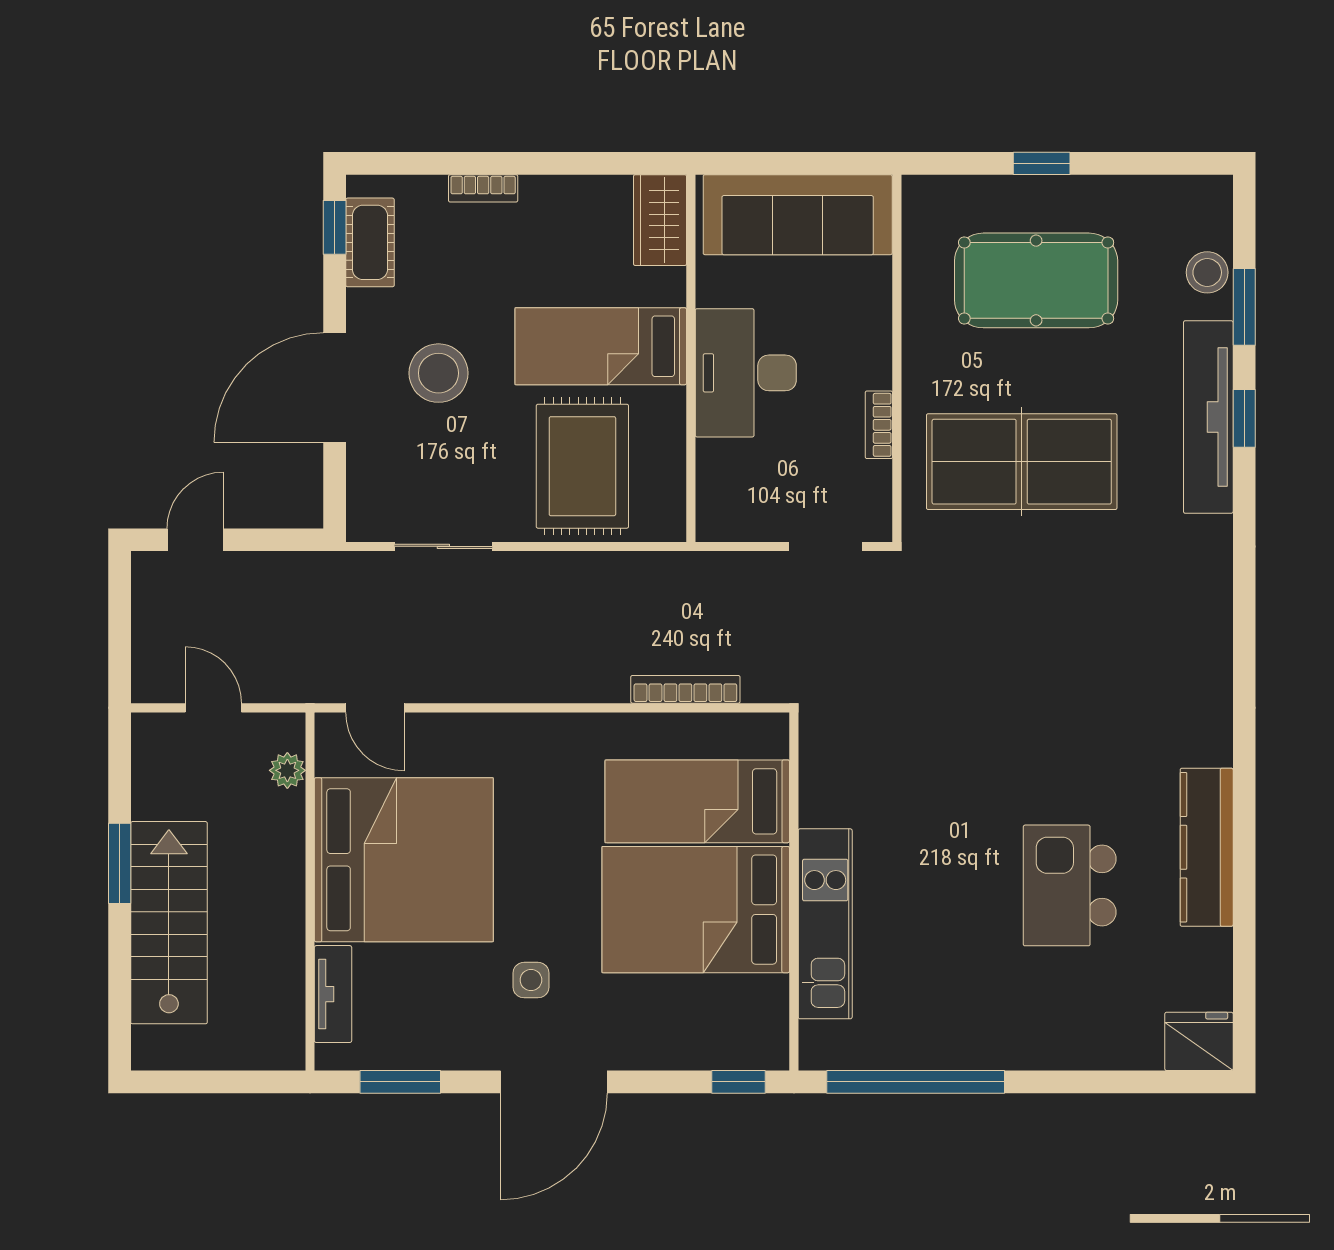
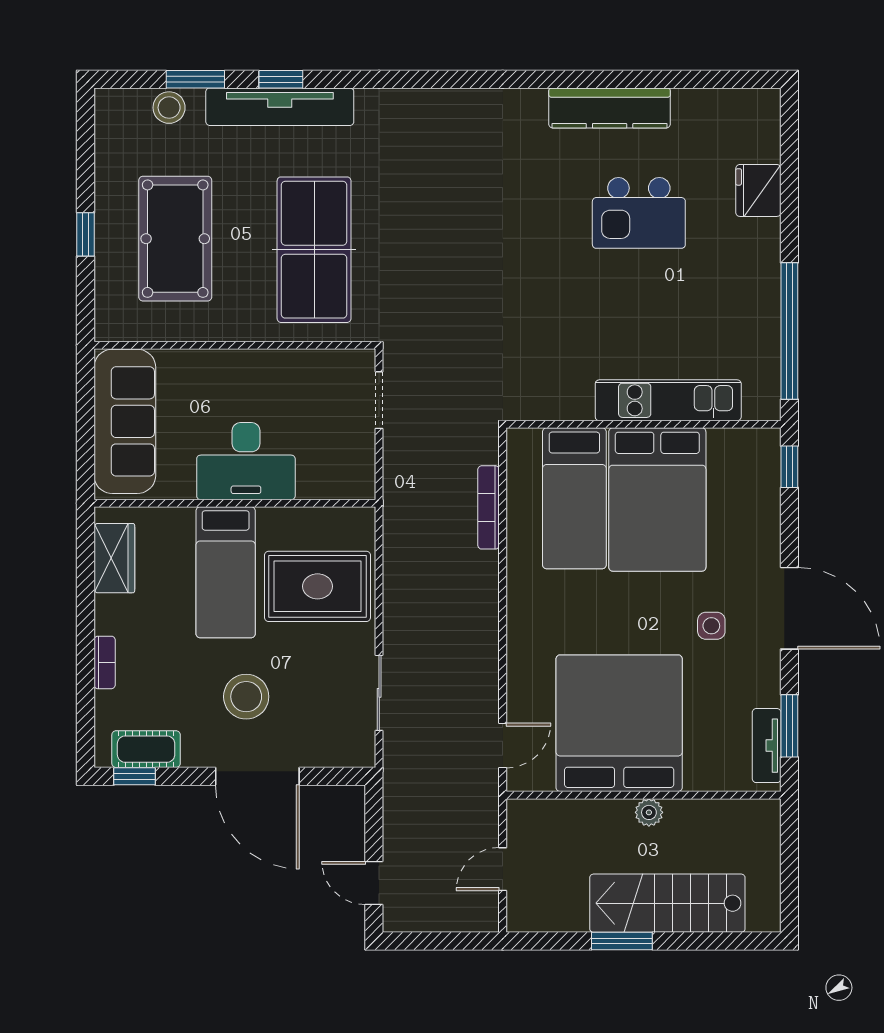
wardrobe: (660, 220) -> (114, 558), moved, turned -90
bookcase: (879, 425) -> (286, 359), removed
plant: (287, 770) -> (649, 812), moved
tv unit: (333, 994) -> (767, 746), moved, turned -90
fridge: (1199, 1041) -> (758, 190), moved

